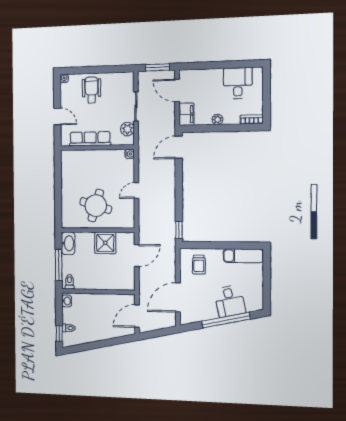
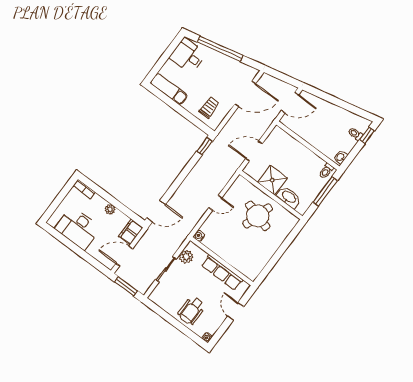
desk: (238, 83) -> (78, 228), width x1.37
door: (177, 90) -> (124, 256), swing flipped
washbasin: (68, 243) -> (289, 197), moved, turned 90
desk: (230, 301) -> (188, 56), moved, turned -78

